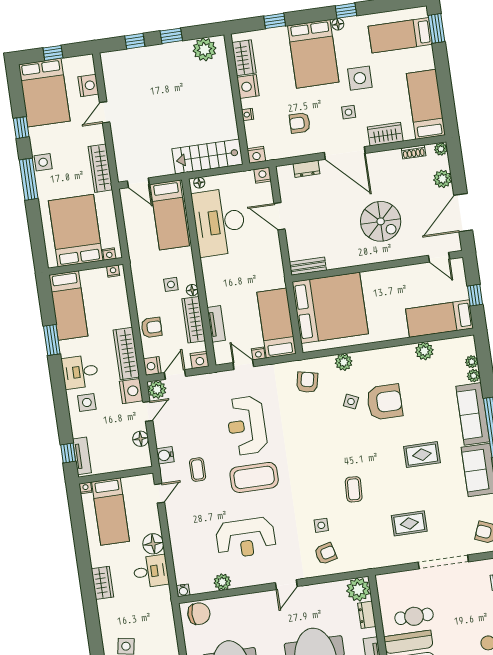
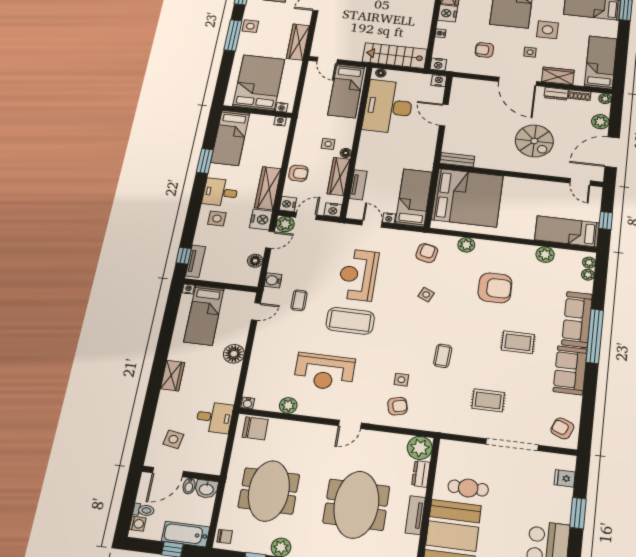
dresser: (306, 169) -> (556, 94), moved
plant: (474, 376) -> (589, 263), moved
side table: (351, 402) -> (426, 295), moved
desk: (151, 571) -> (214, 417), moved

